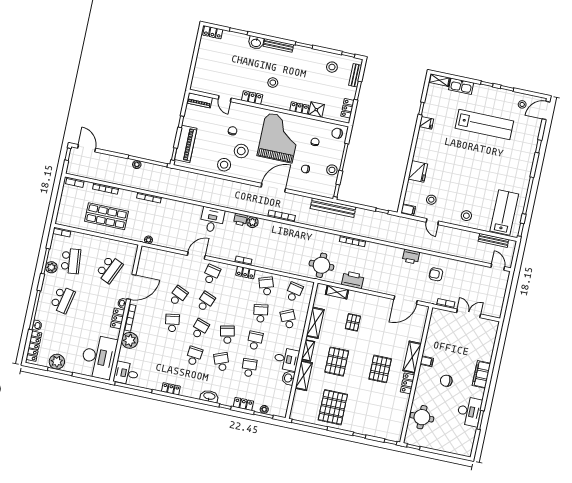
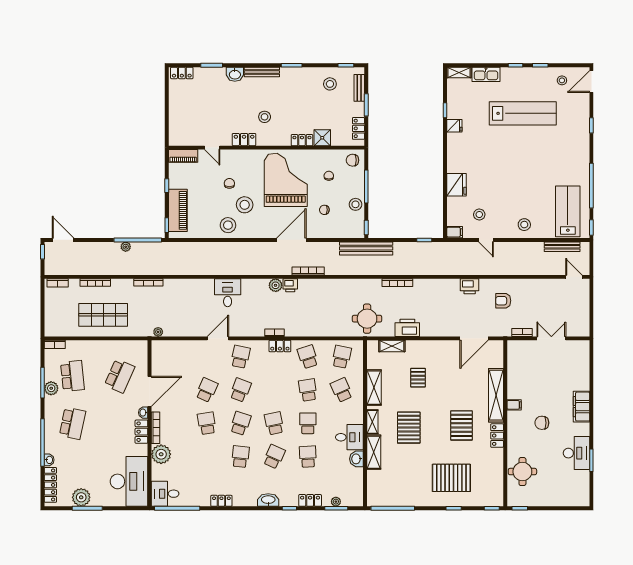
printer: (240, 220) -> (290, 285), moved
shelving: (412, 357) -> (496, 395), width x1.47
school desk: (222, 362) -> (274, 457), turned 45
pallet: (333, 407) -> (451, 478), moved, turned 90

